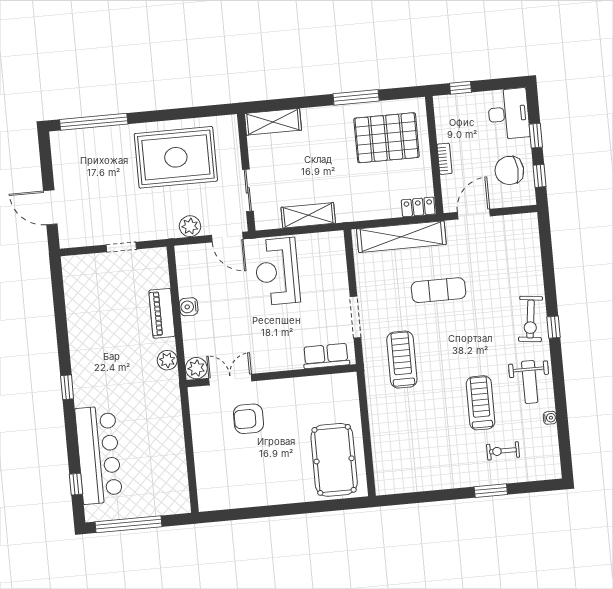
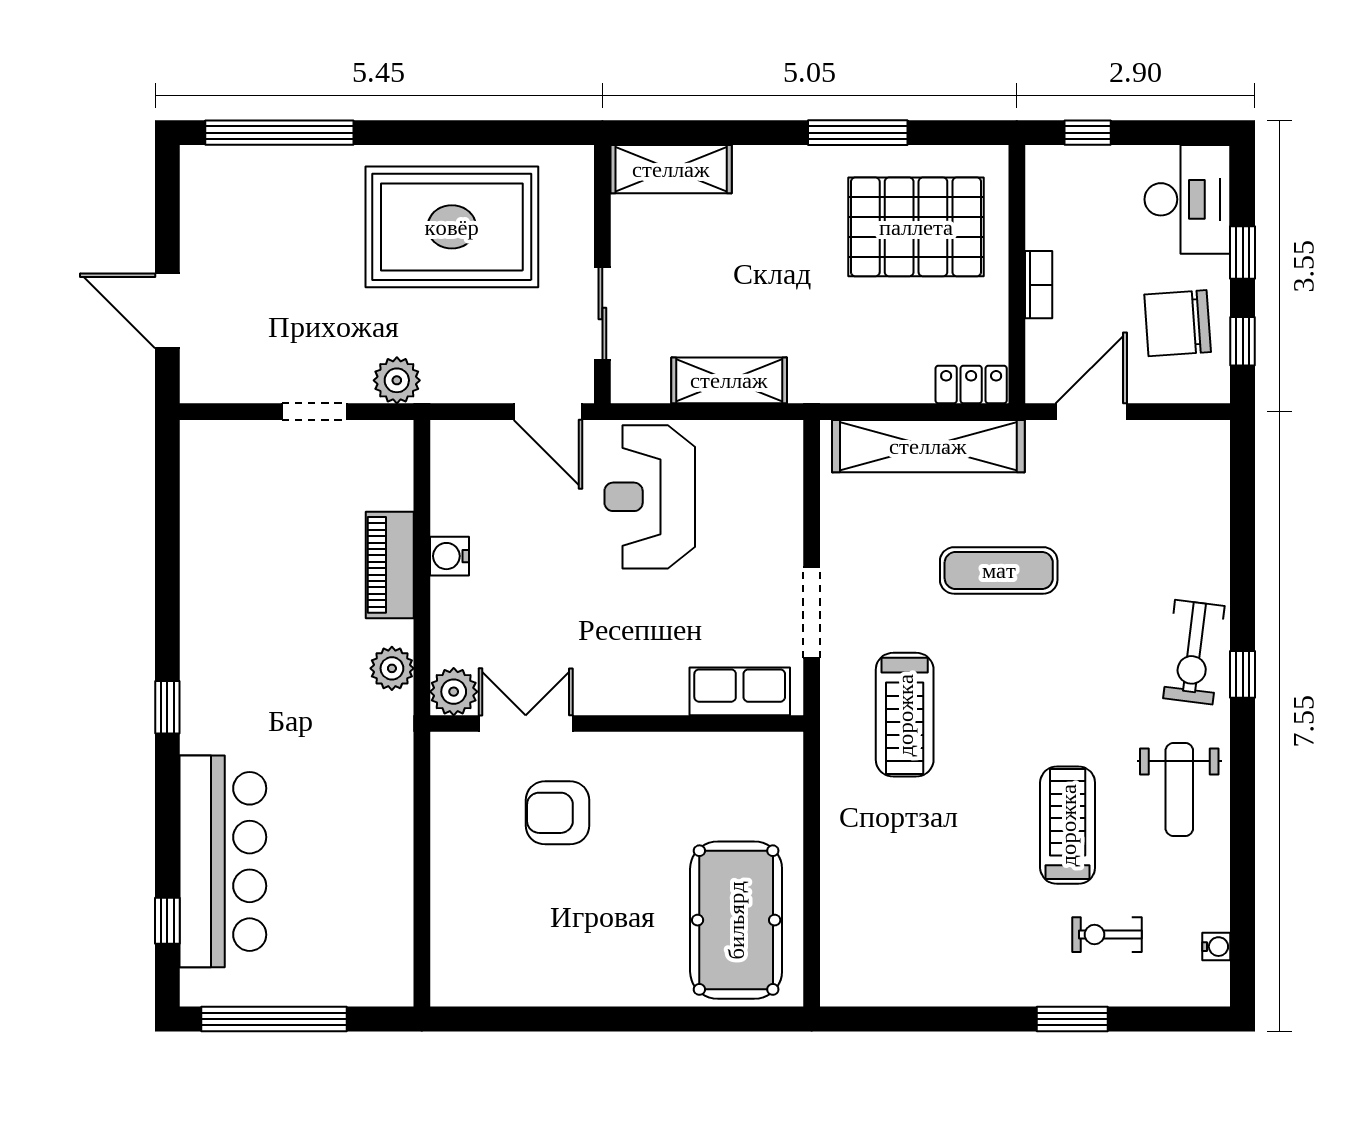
plant: (190, 226) -> (397, 380), moved
treadmill: (402, 360) -> (905, 715), turned 180
water cooler: (550, 418) -> (1216, 947), moved

